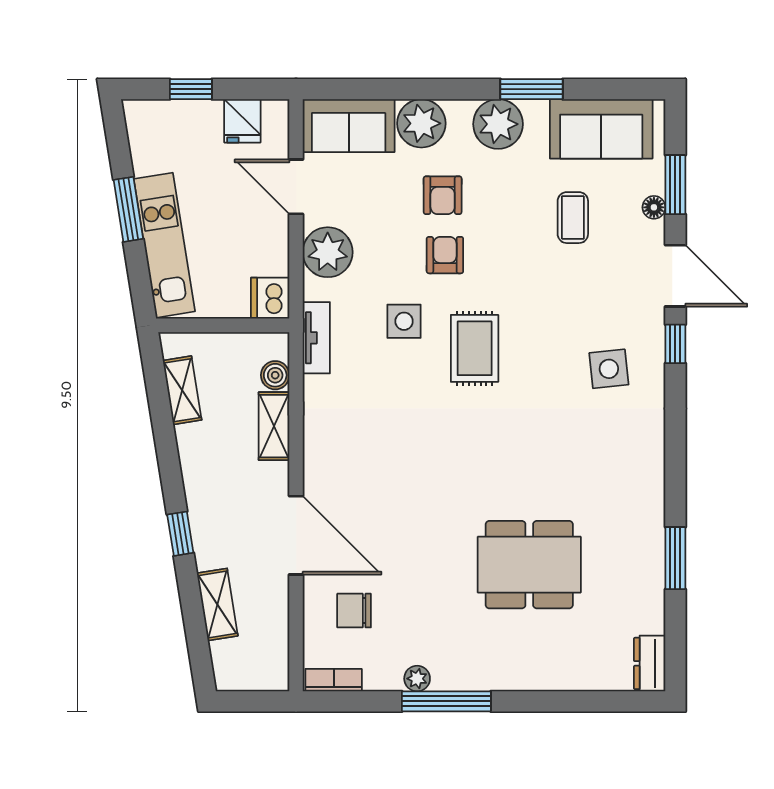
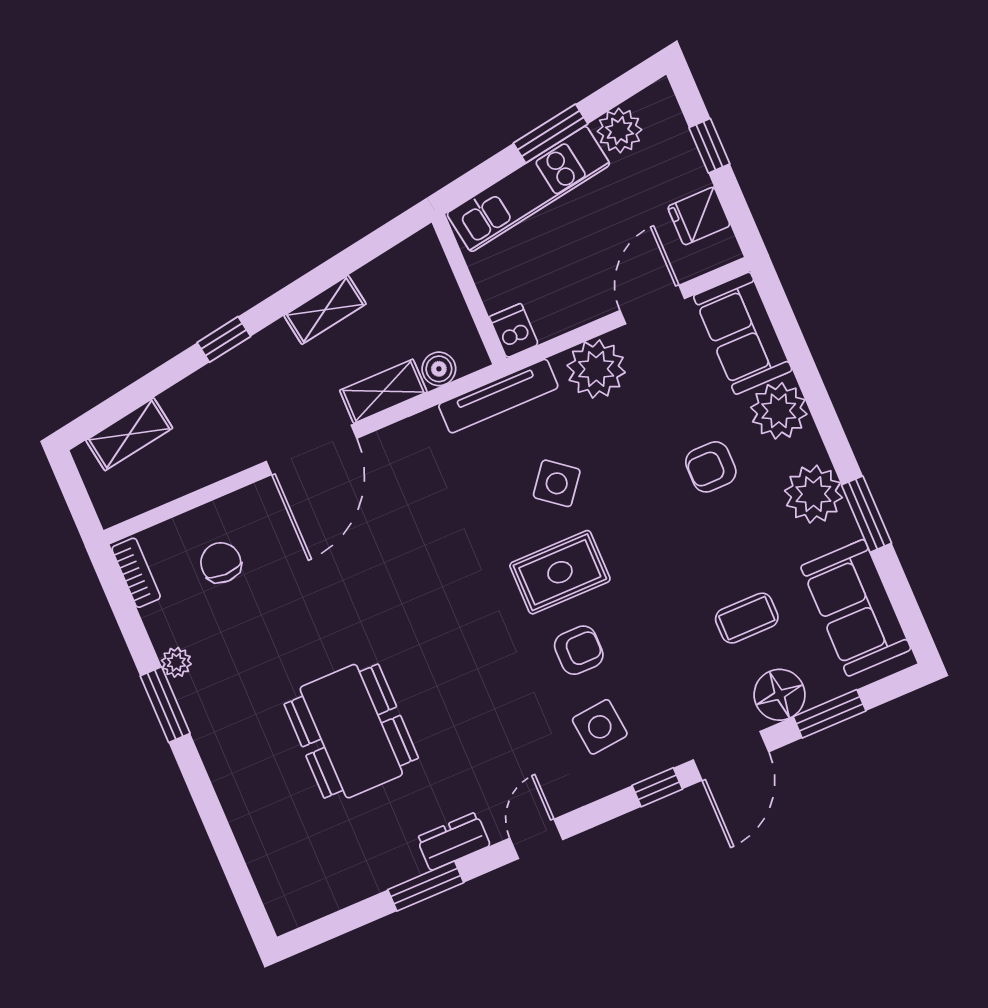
plant: (149, 154) -> (619, 130), added
floor lamp: (654, 207) -> (780, 695), width x1.89, depth x1.89
armchair: (445, 255) -> (579, 650), moved
dishwasher: (270, 298) -> (514, 331), width x0.73
side table: (404, 321) -> (557, 483), turned 38
tv unit: (316, 338) -> (498, 396), width x1.41
shelving: (182, 390) -> (325, 310), moved
door: (675, 456) -> (536, 839), added
door: (296, 535) -> (312, 450), moved
shelving: (217, 605) -> (129, 434), moved
dresser: (650, 663) -> (453, 841), moved
window: (446, 701) -> (165, 705), width x0.69

